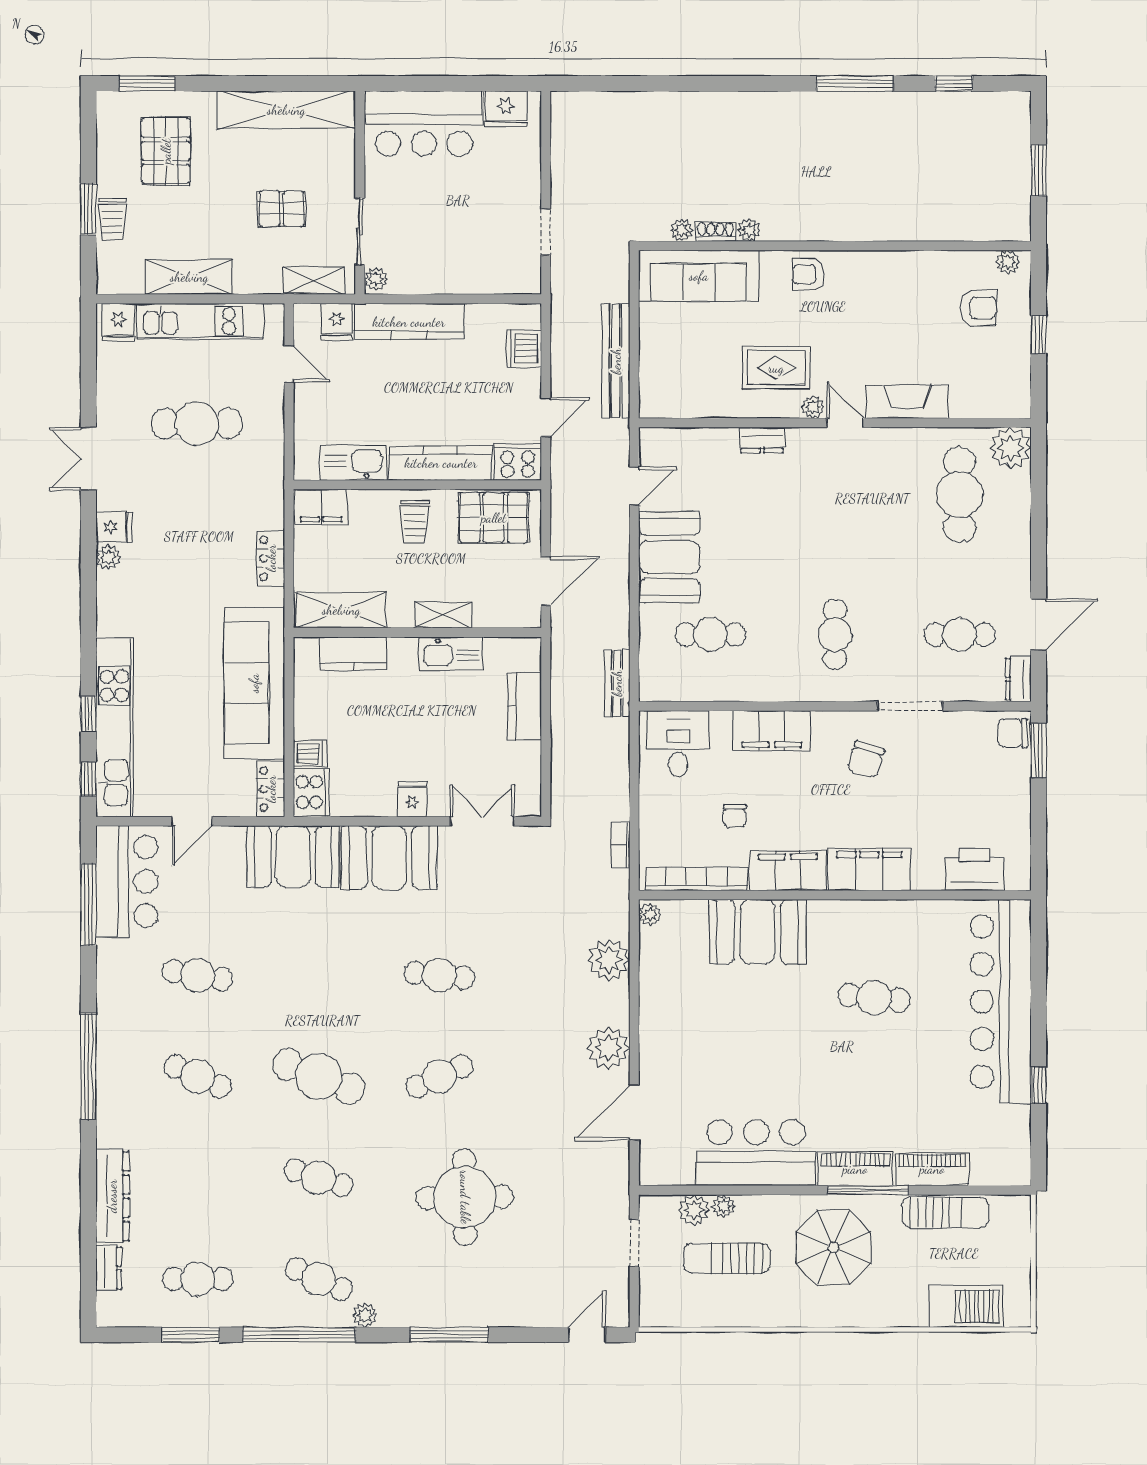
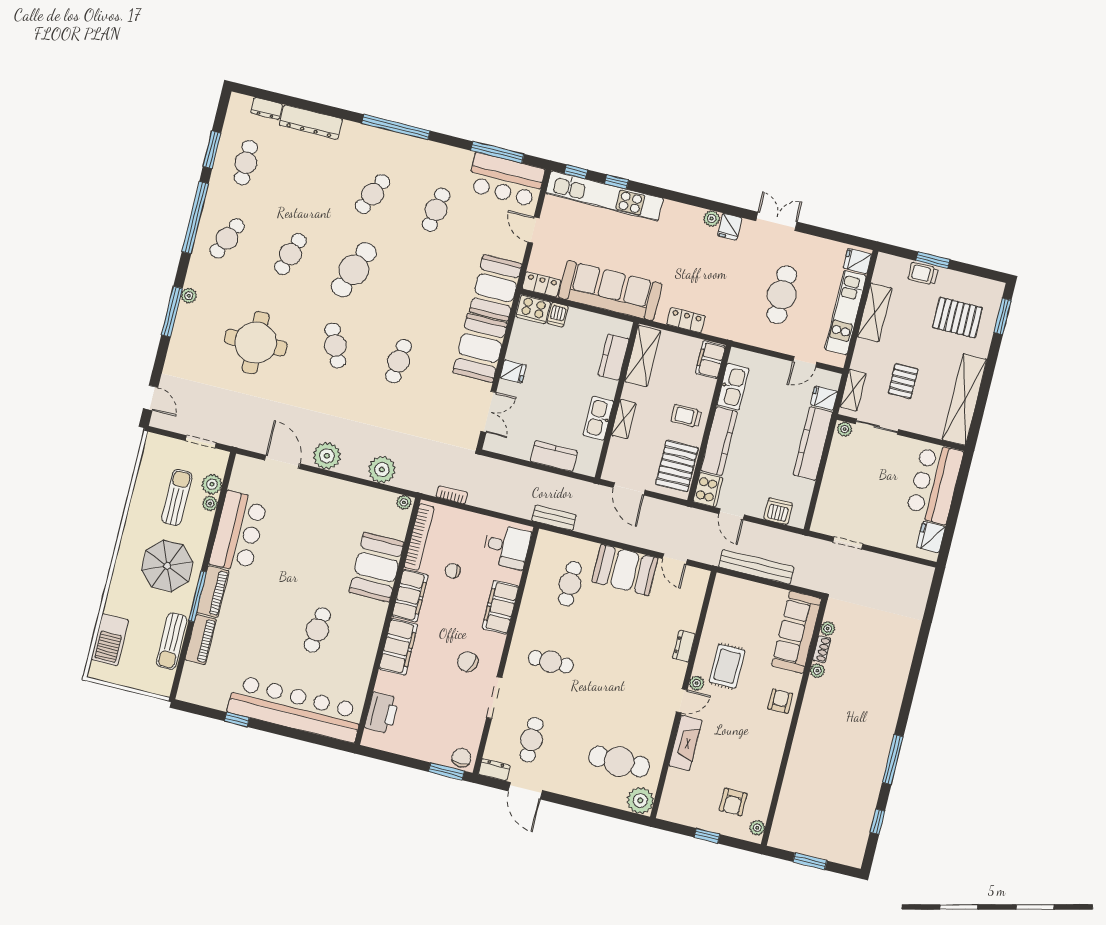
plant: (365, 1315) -> (189, 296), moved

